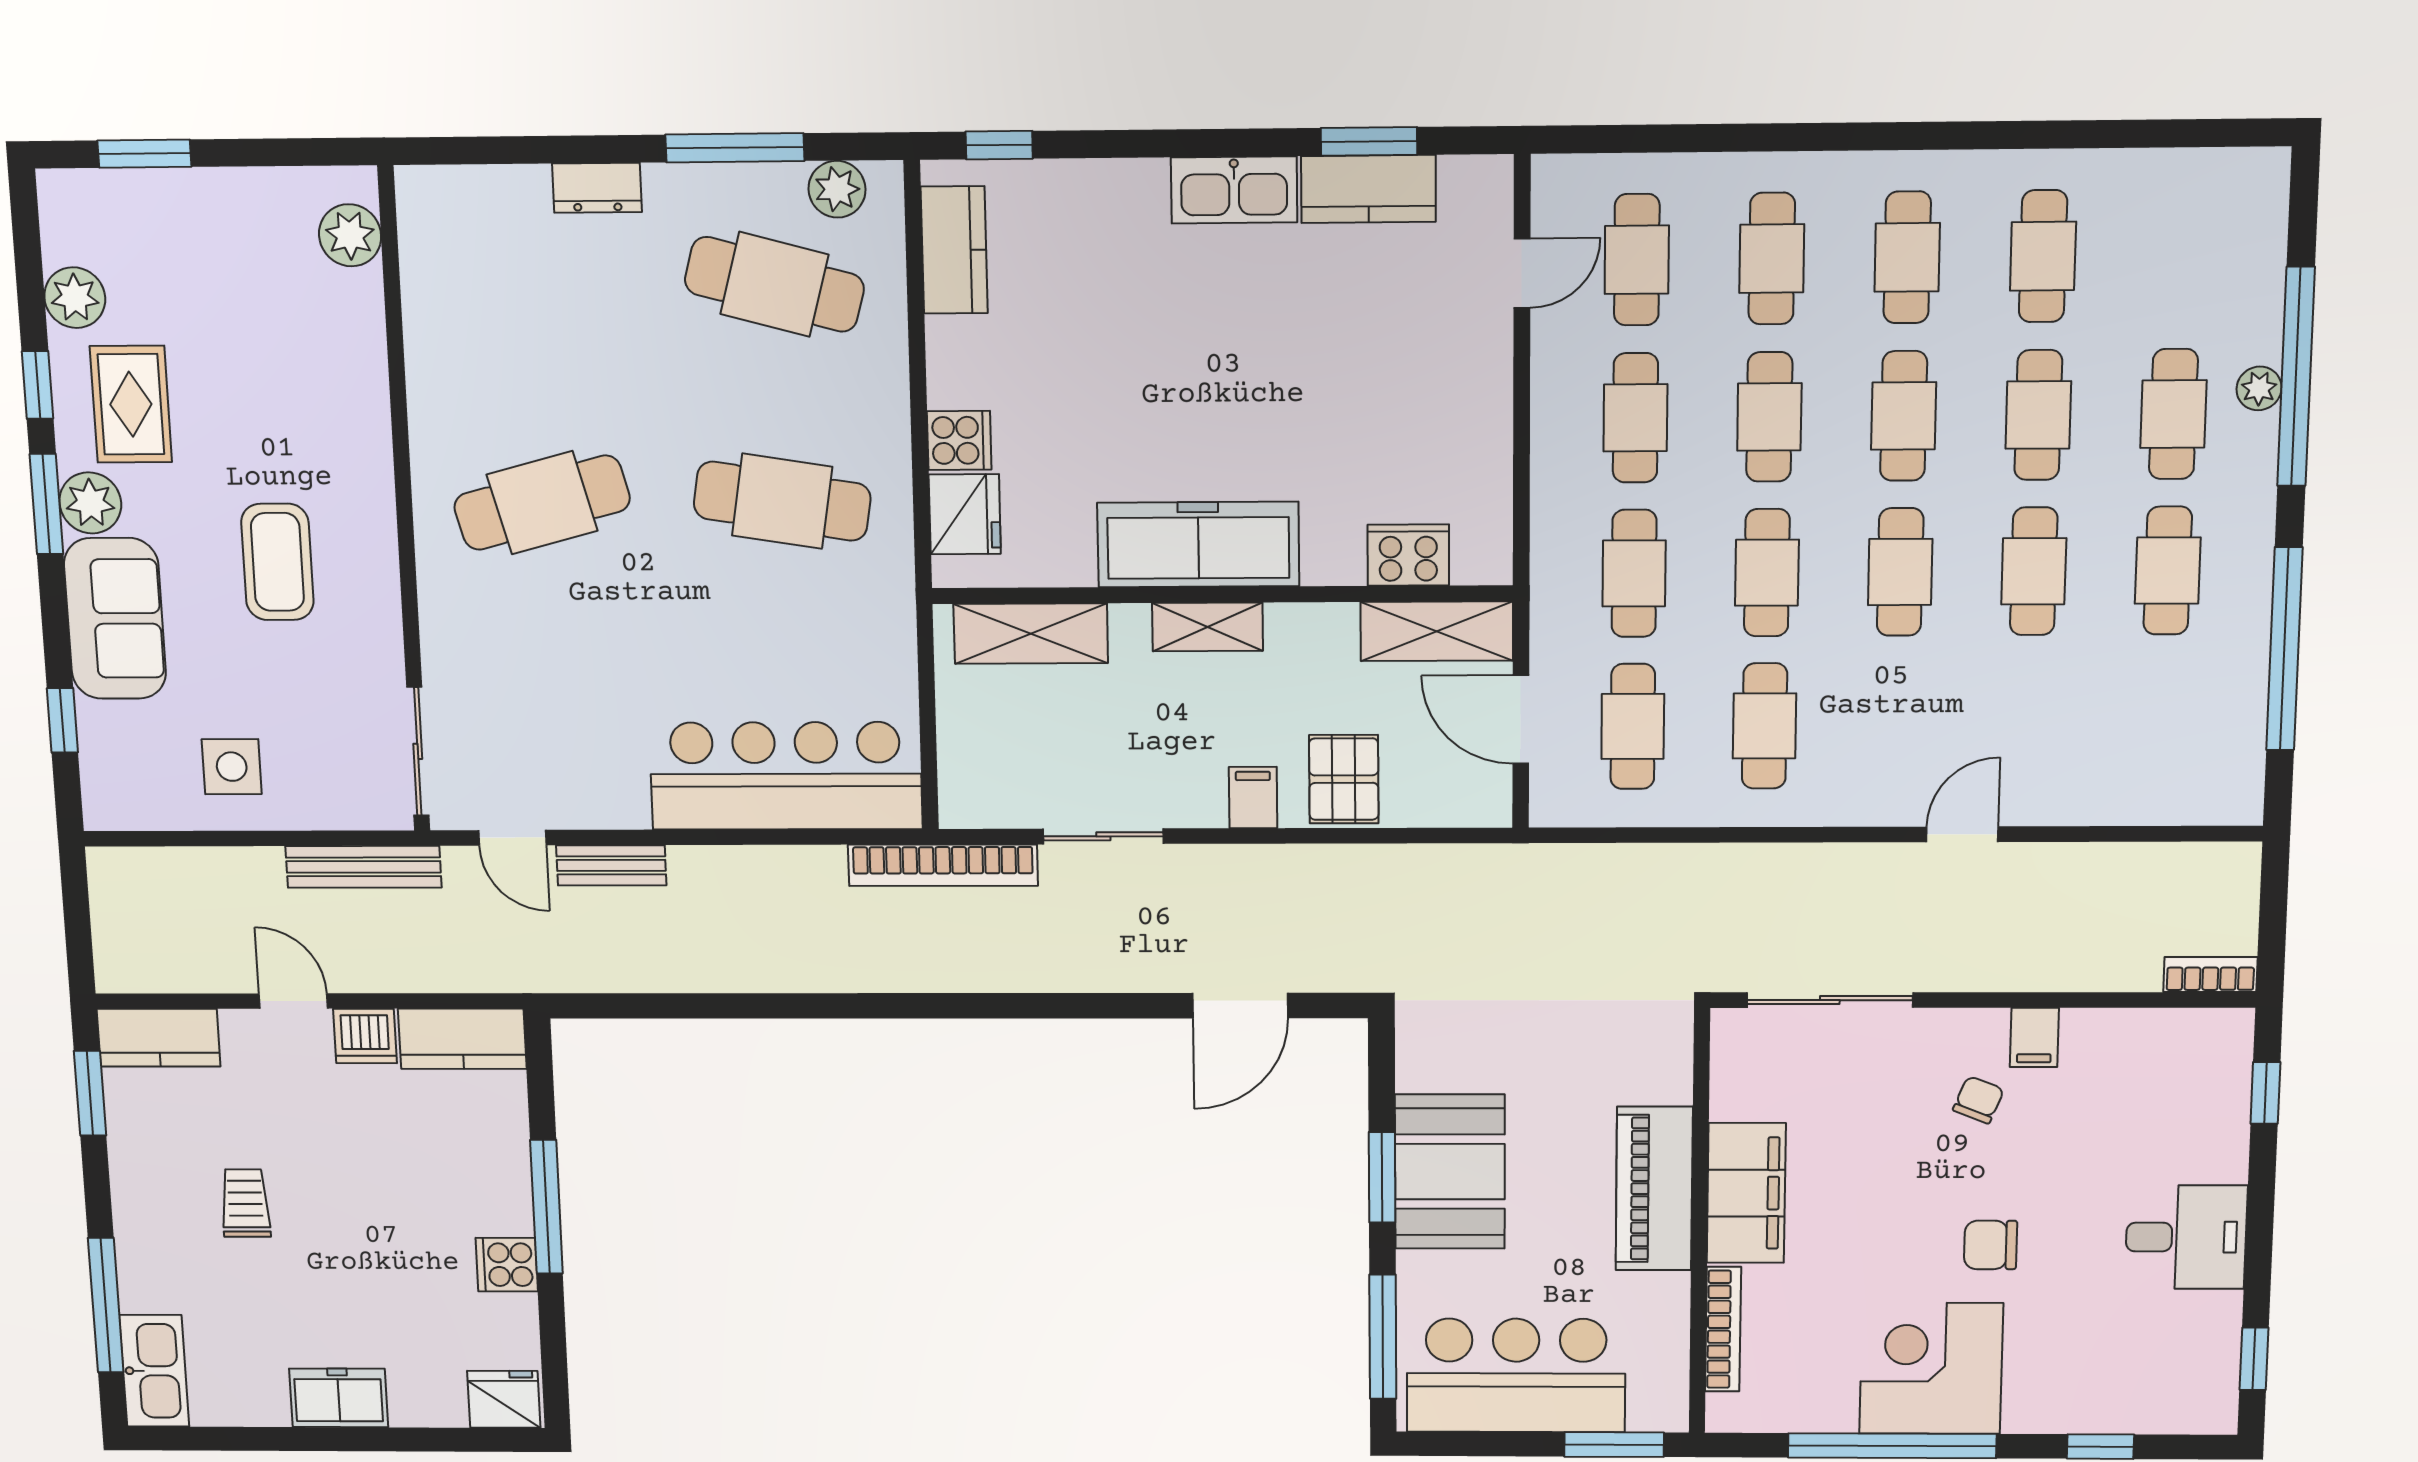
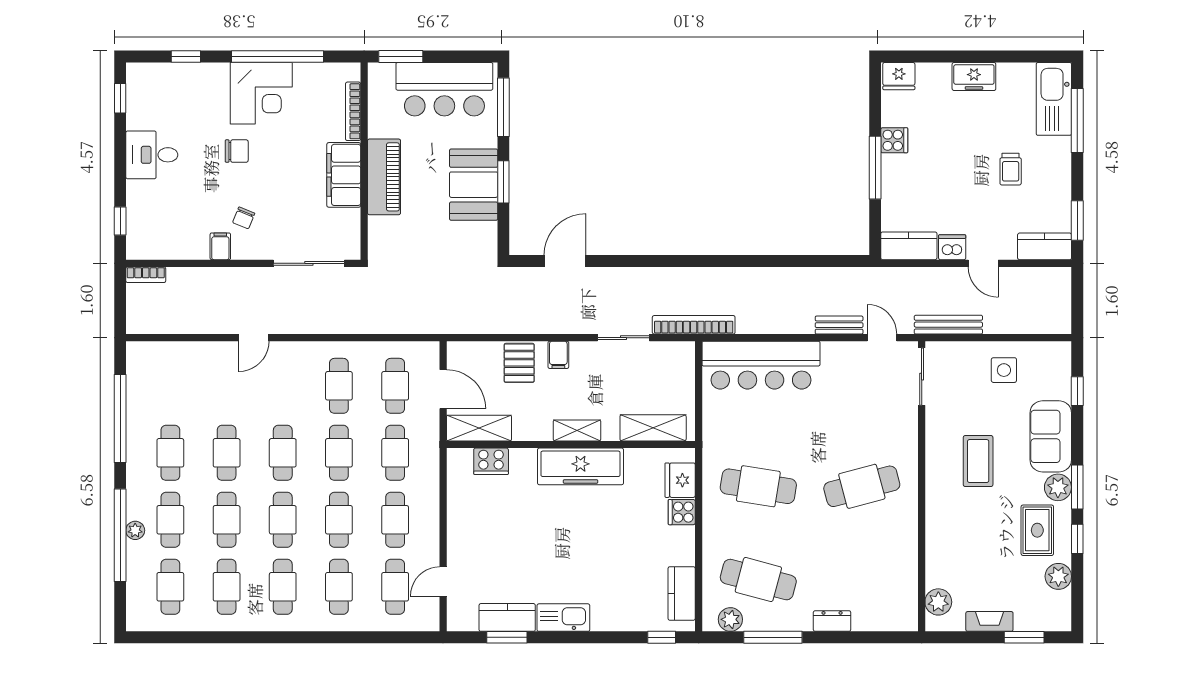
fireplace: (228, 190) -> (989, 621), added
cafe table: (2179, 255) -> (170, 587), added
kitchen sink: (154, 1371) -> (1054, 99), width x1.36, depth x1.24

